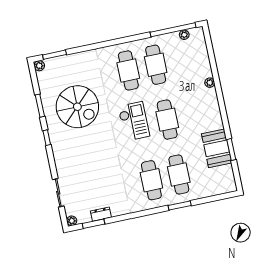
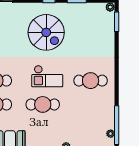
cafe table: (156, 65) -> (91, 104), removed
spiral stairs: (77, 107) -> (46, 32), moved, turned -90

